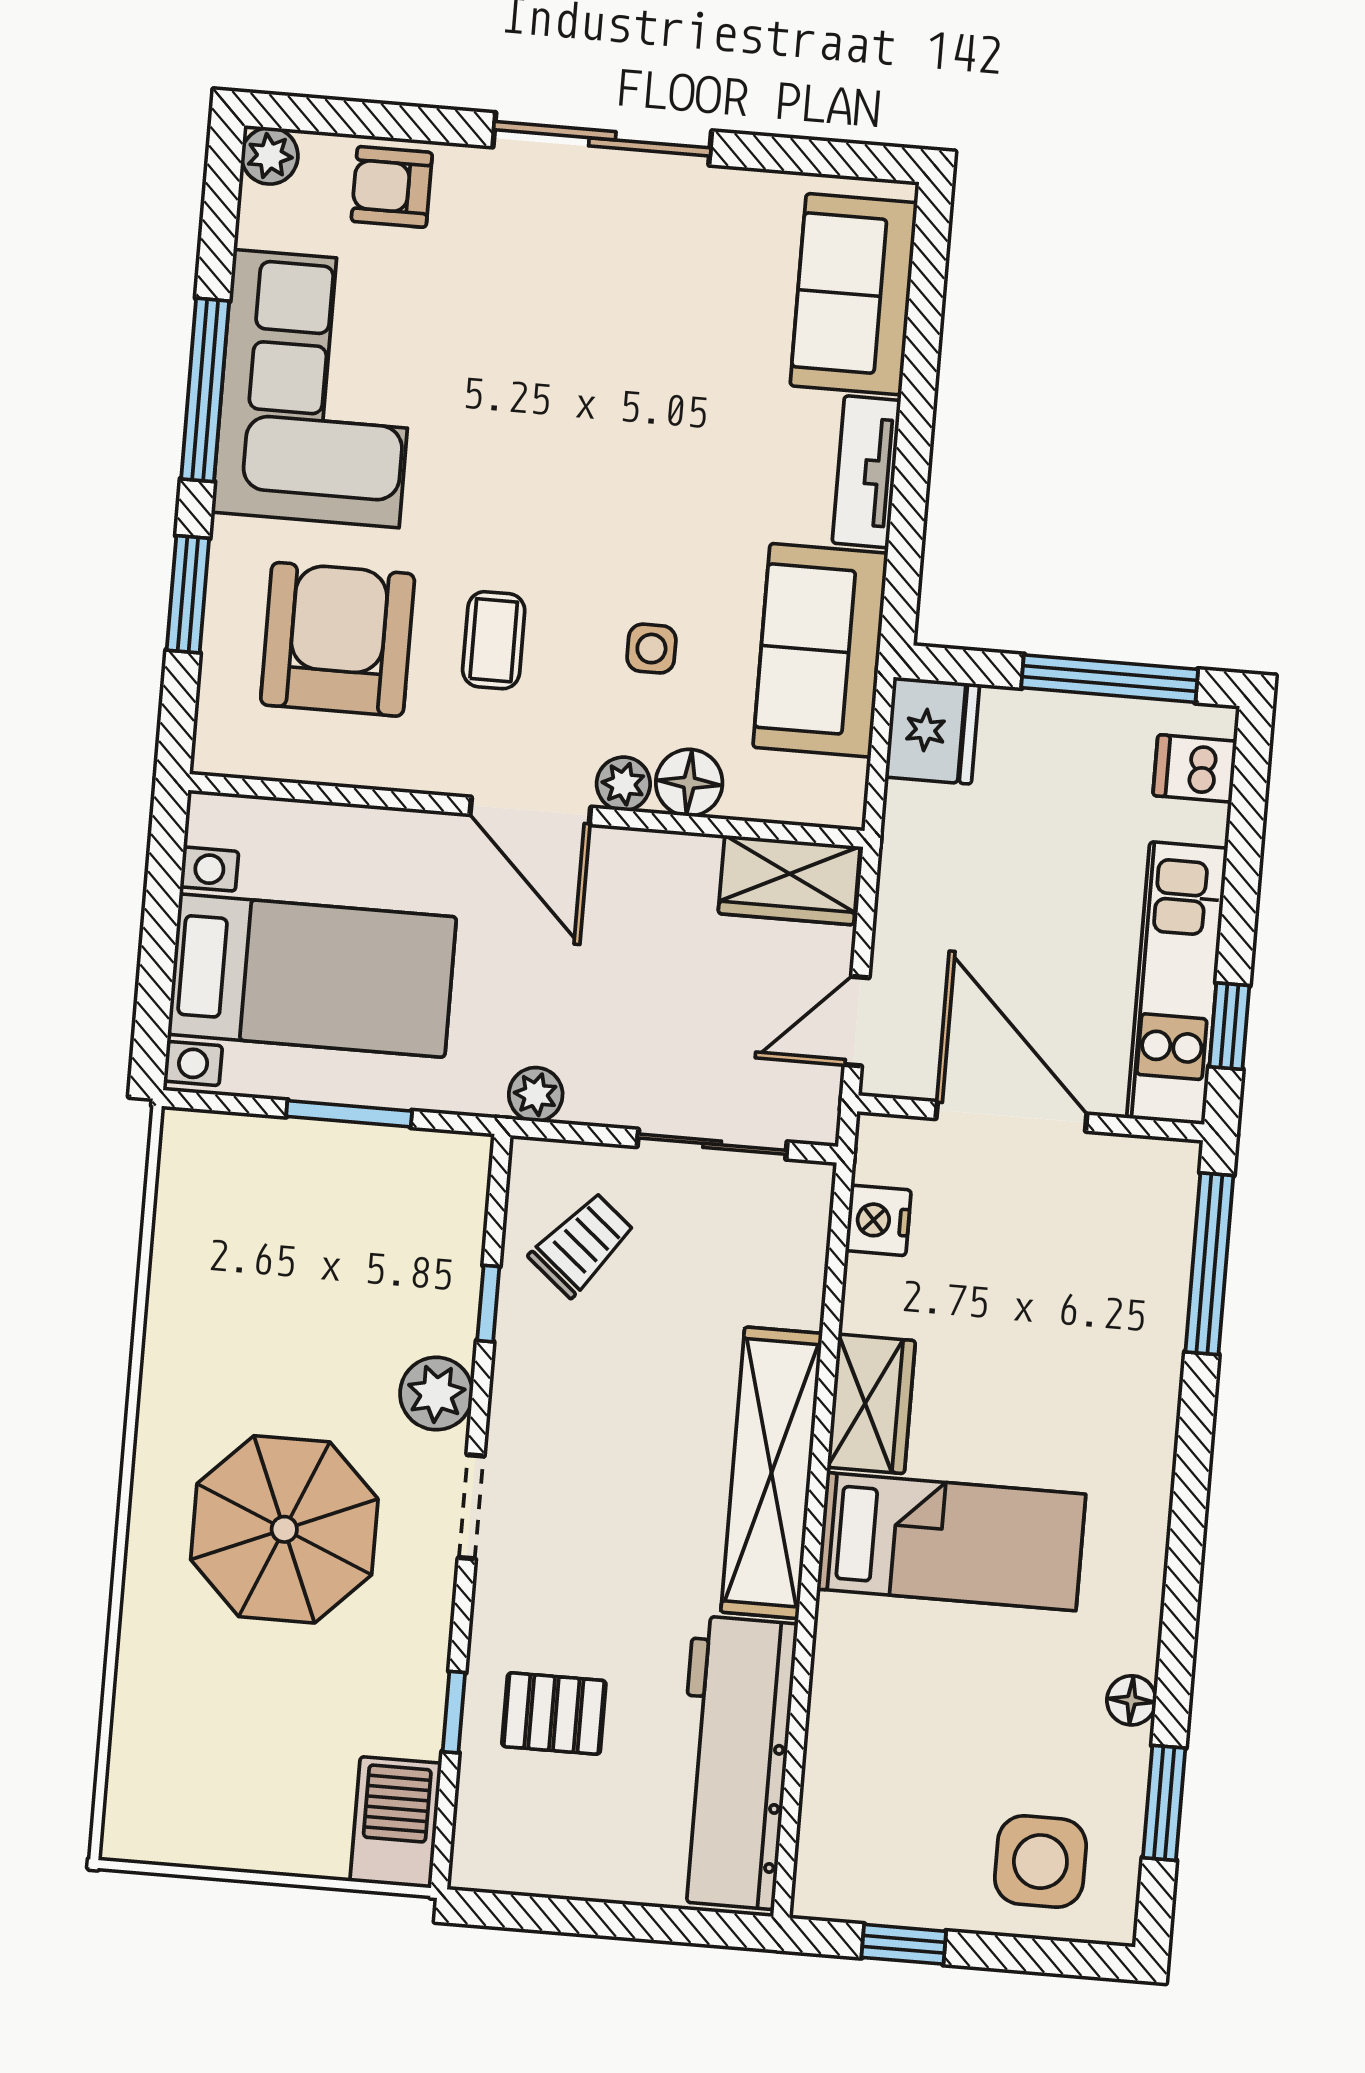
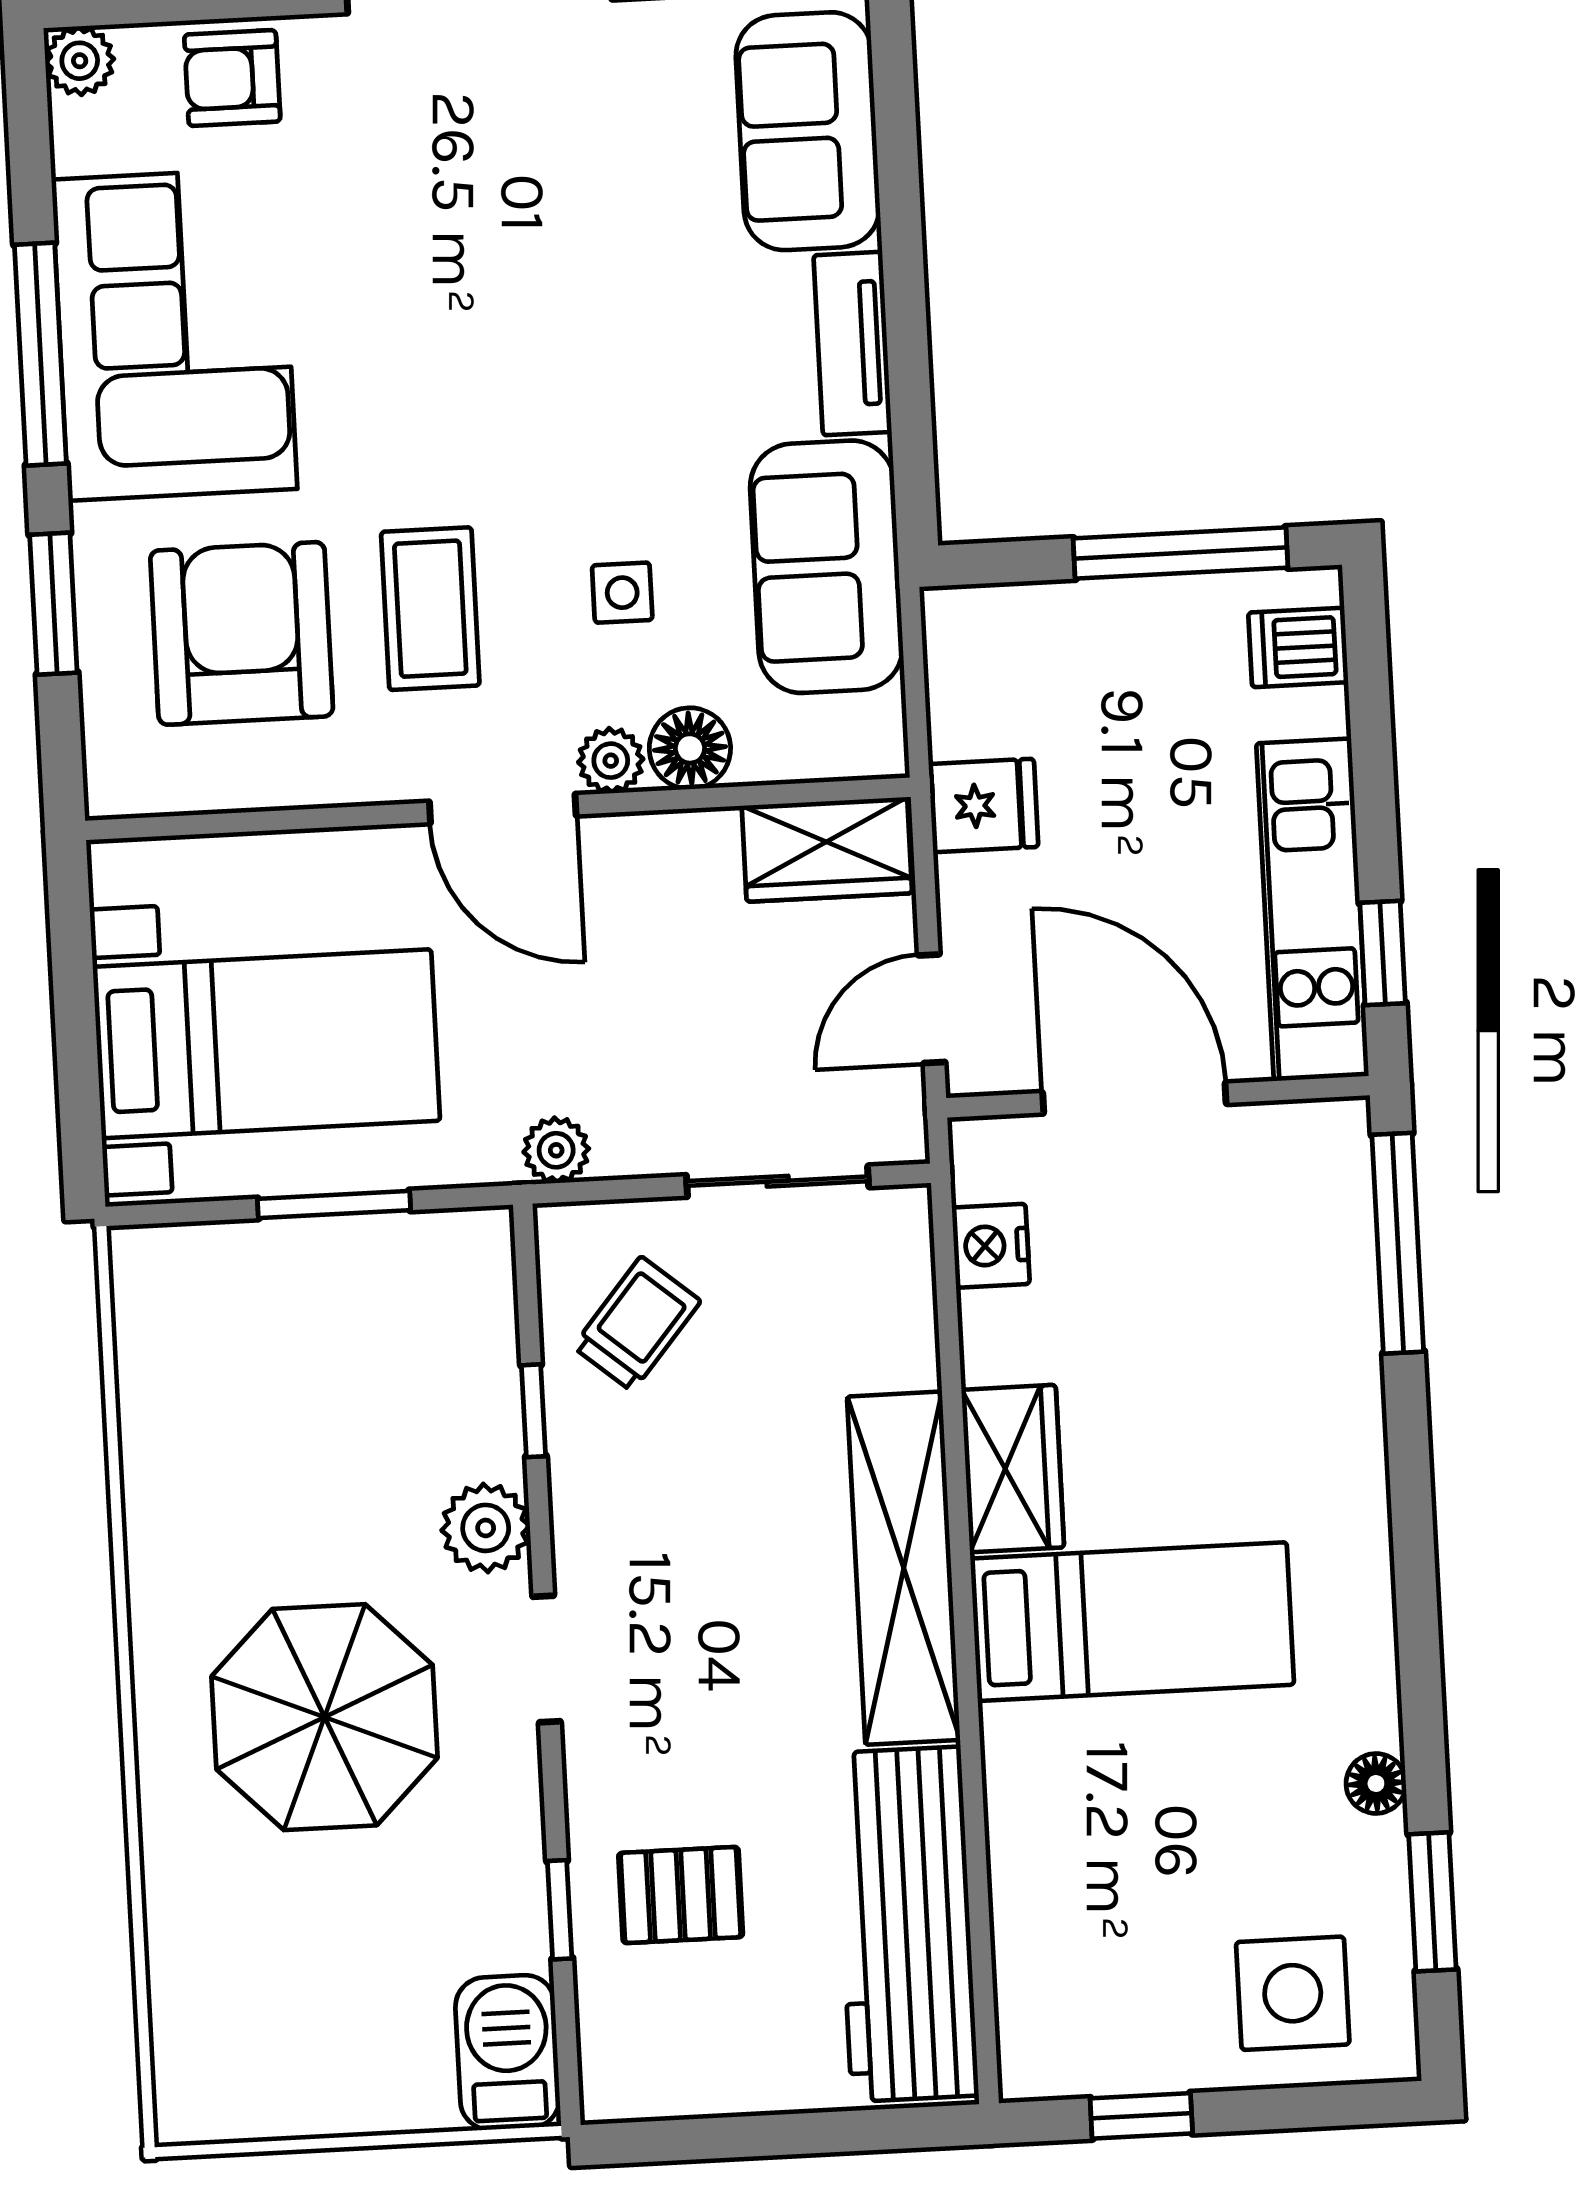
coffee table: (494, 640) -> (430, 609), width x1.36, depth x1.30
fridge: (932, 731) -> (983, 805), moved, width x0.72

